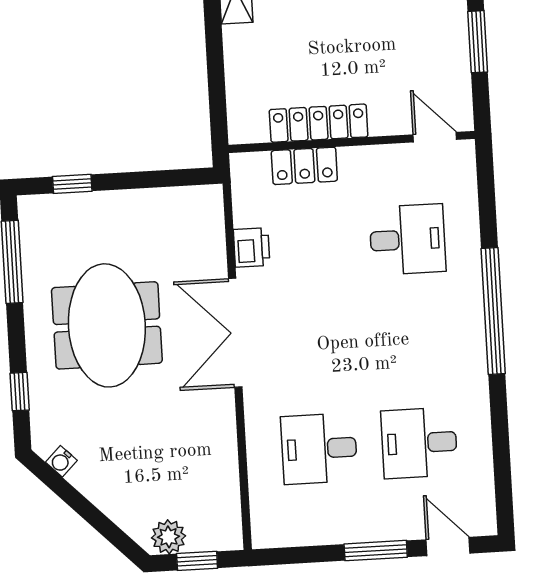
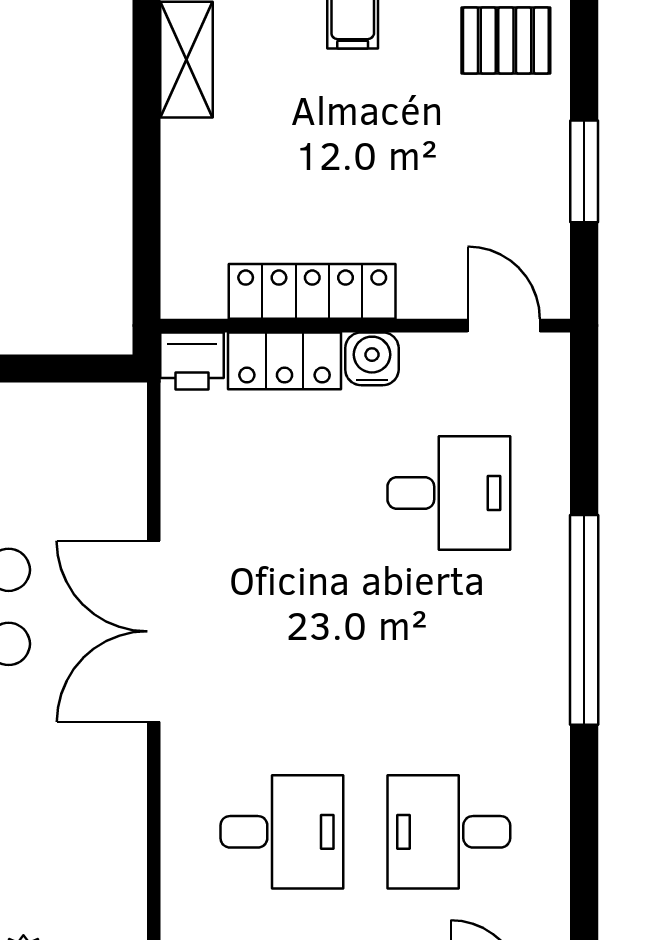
water cooler: (357, 162) -> (372, 359), added
printer: (252, 247) -> (192, 361), moved, turned 90
desk: (319, 449) -> (282, 832), turned 180

